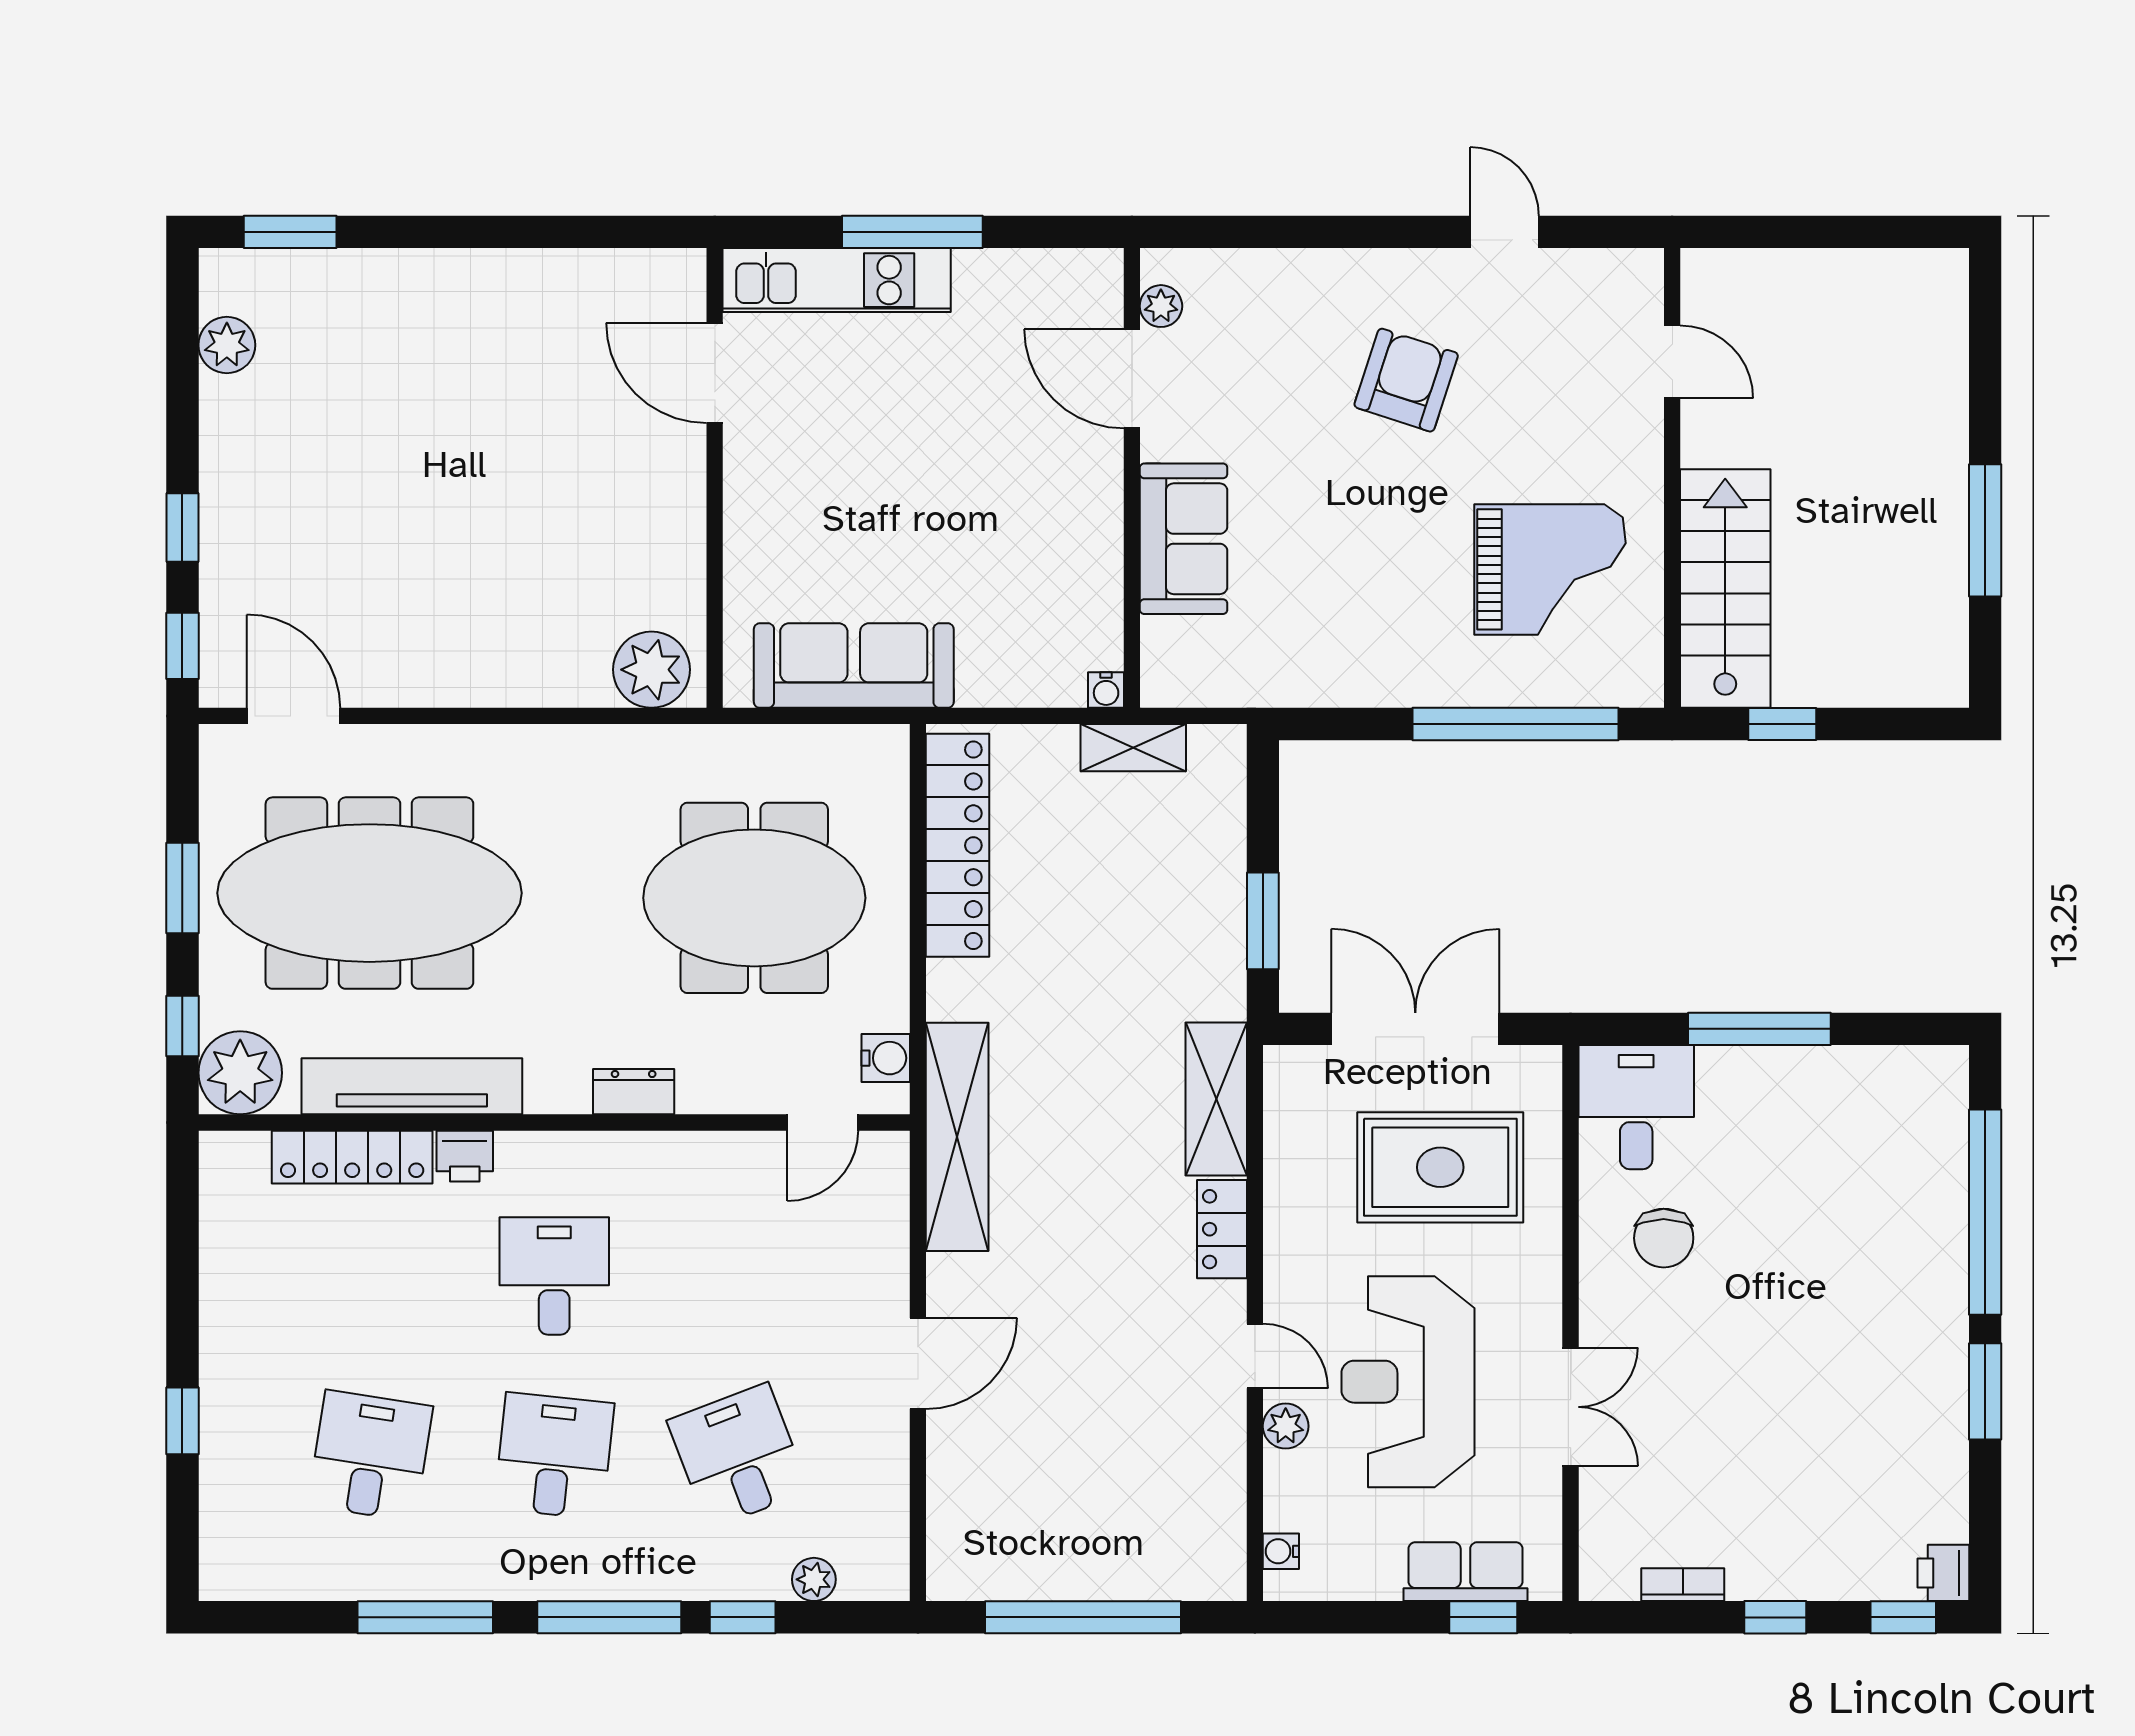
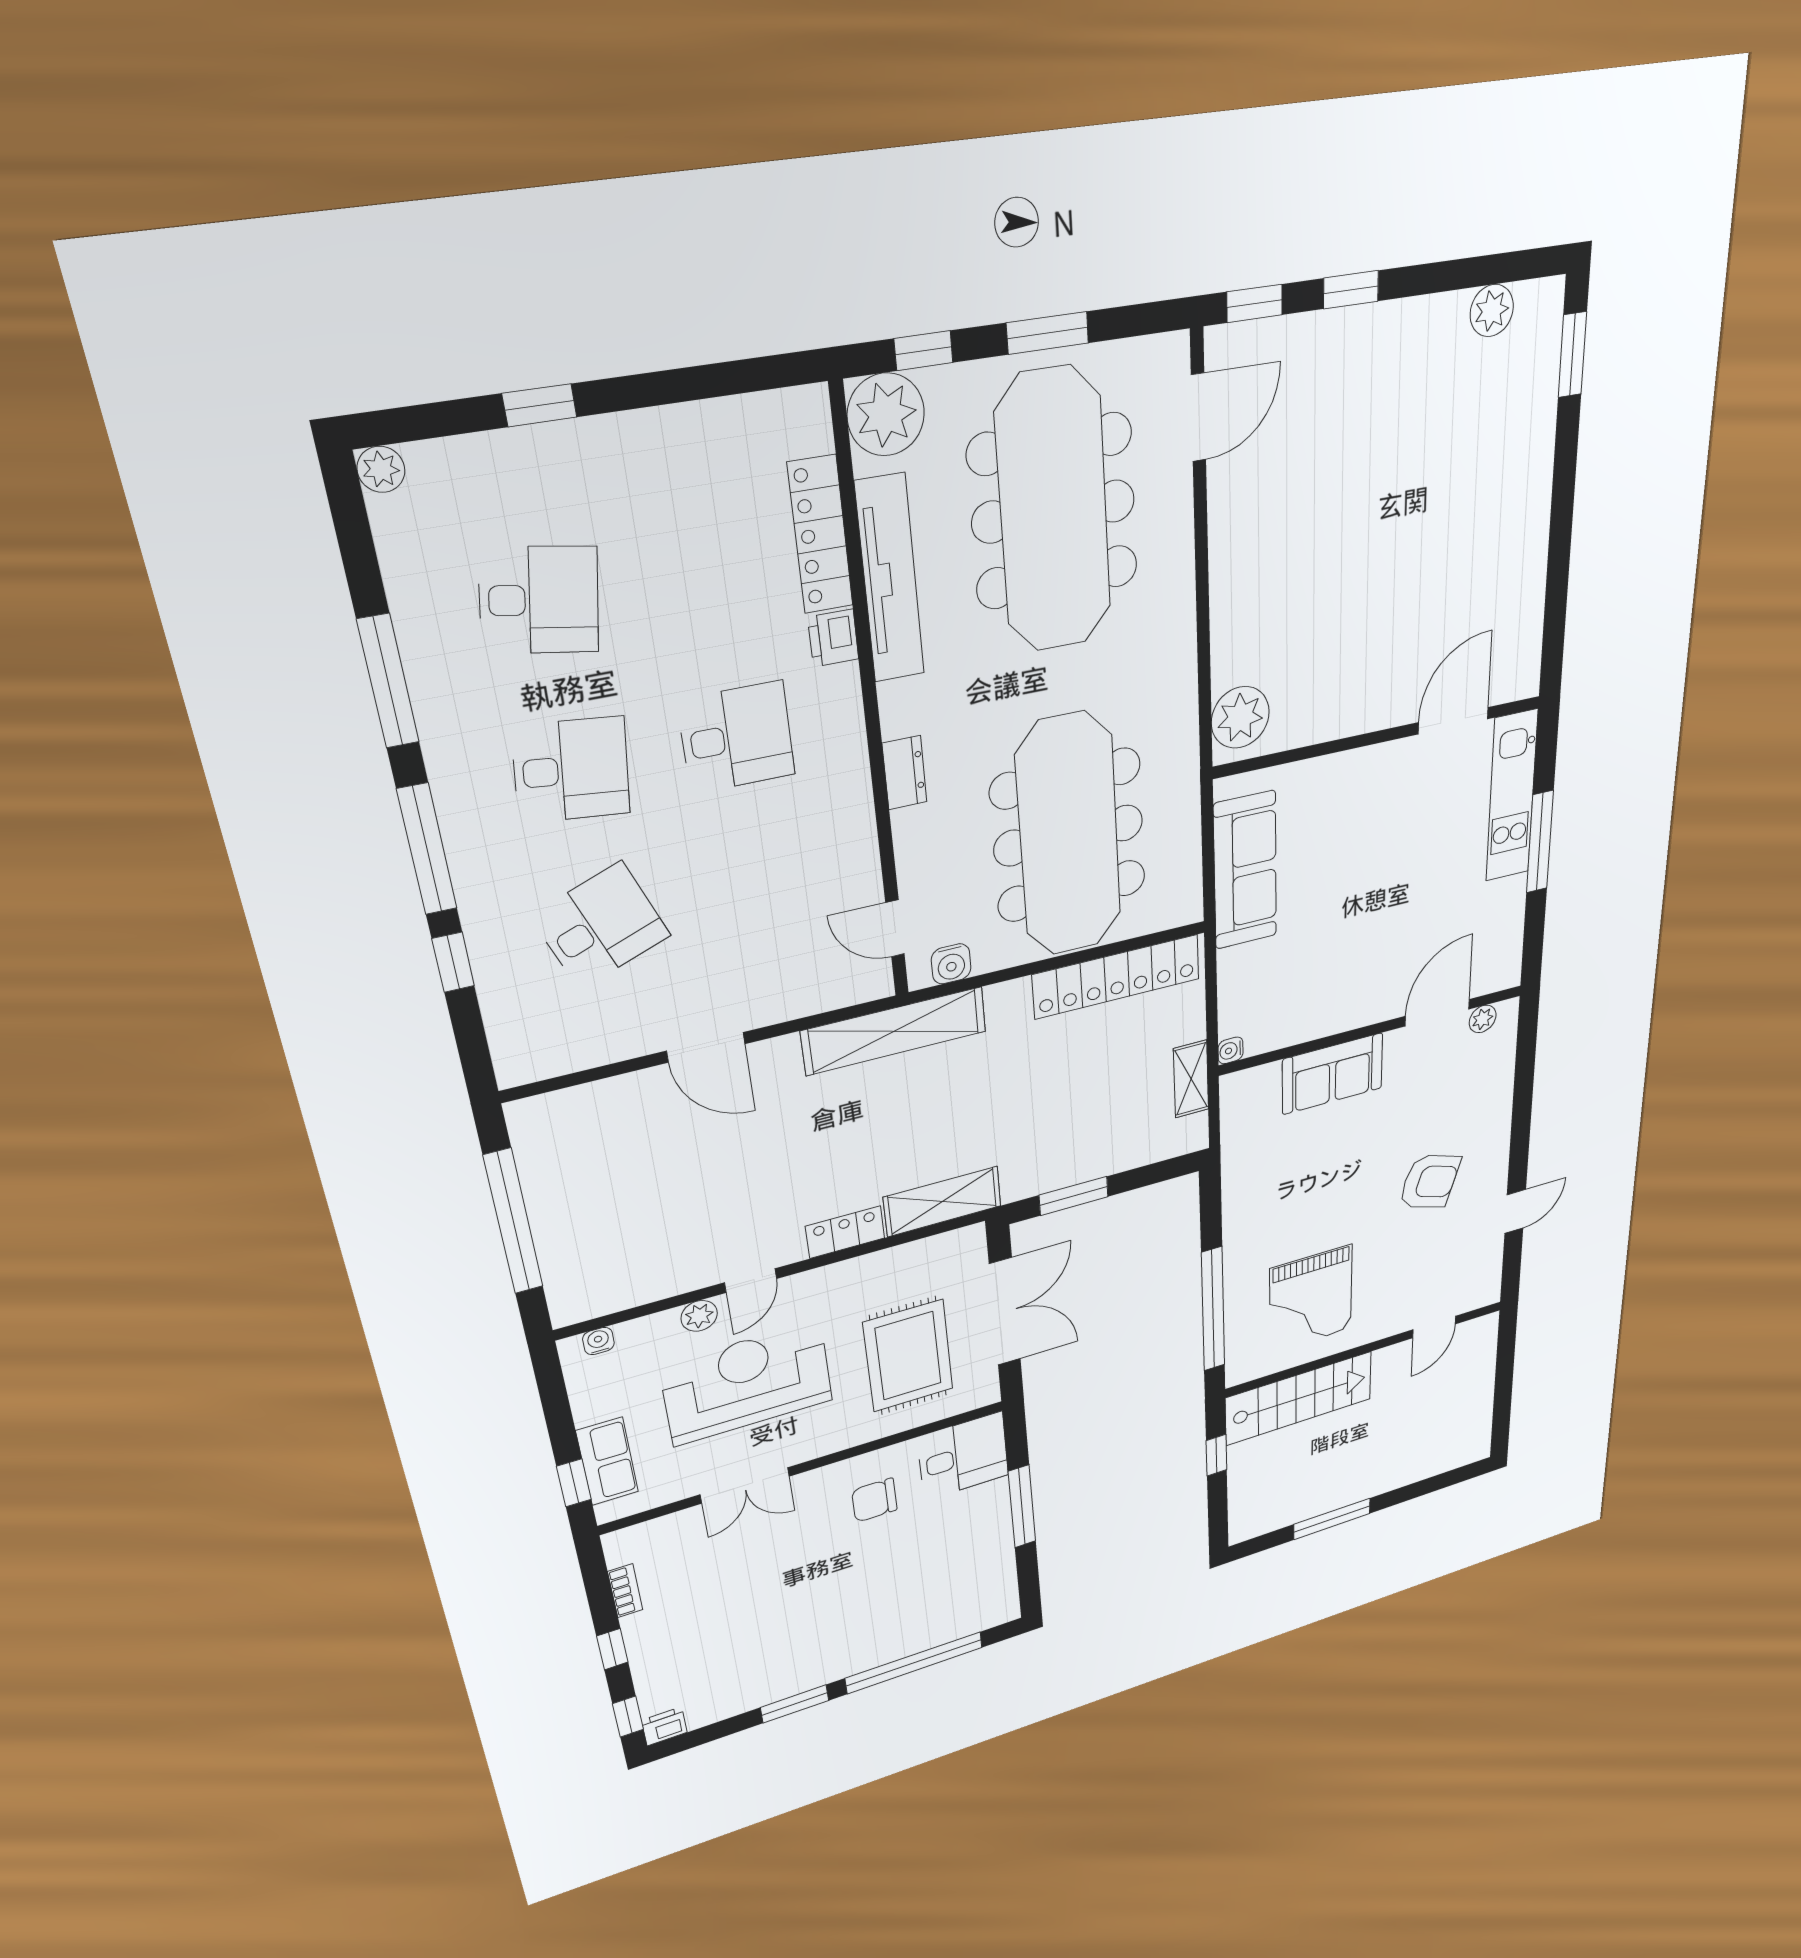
meeting table: (754, 898) -> (1069, 835), width x1.36
plant: (814, 1579) -> (381, 469), moved

